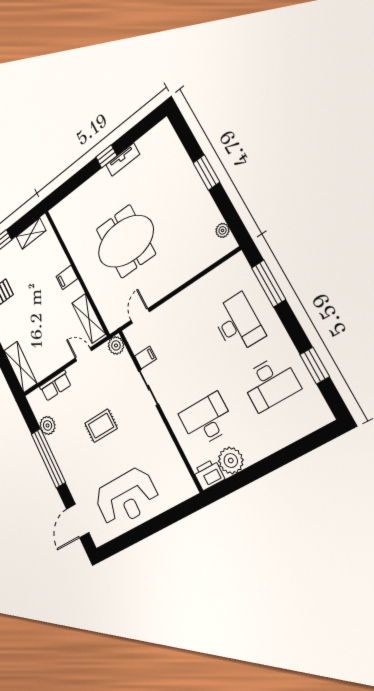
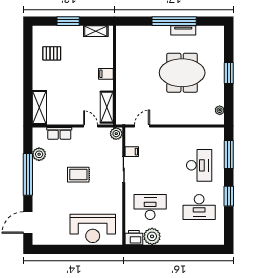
window: (106, 156) -> (174, 21), width x3.17
meeting table: (126, 241) -> (182, 73), moved
window: (315, 366) -> (229, 196), moved
reception desk: (126, 497) -> (93, 228), moved

